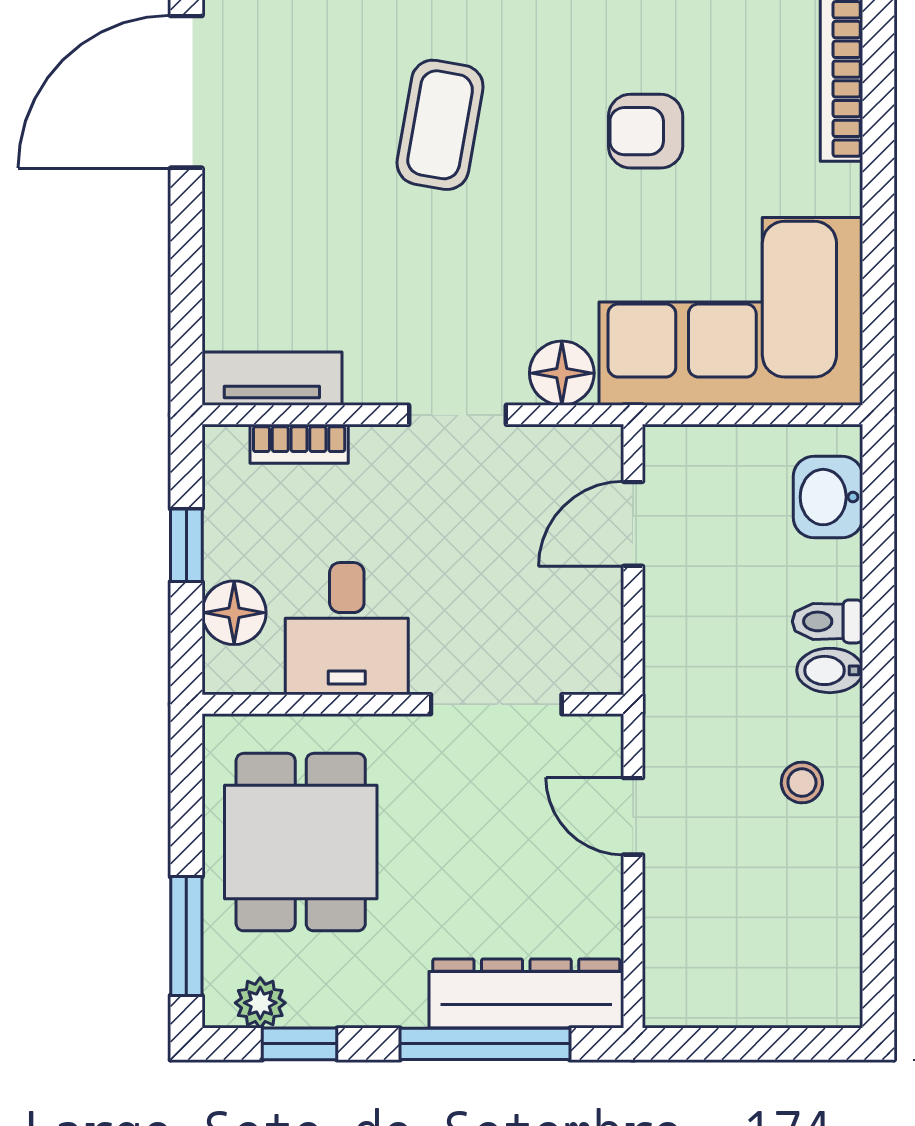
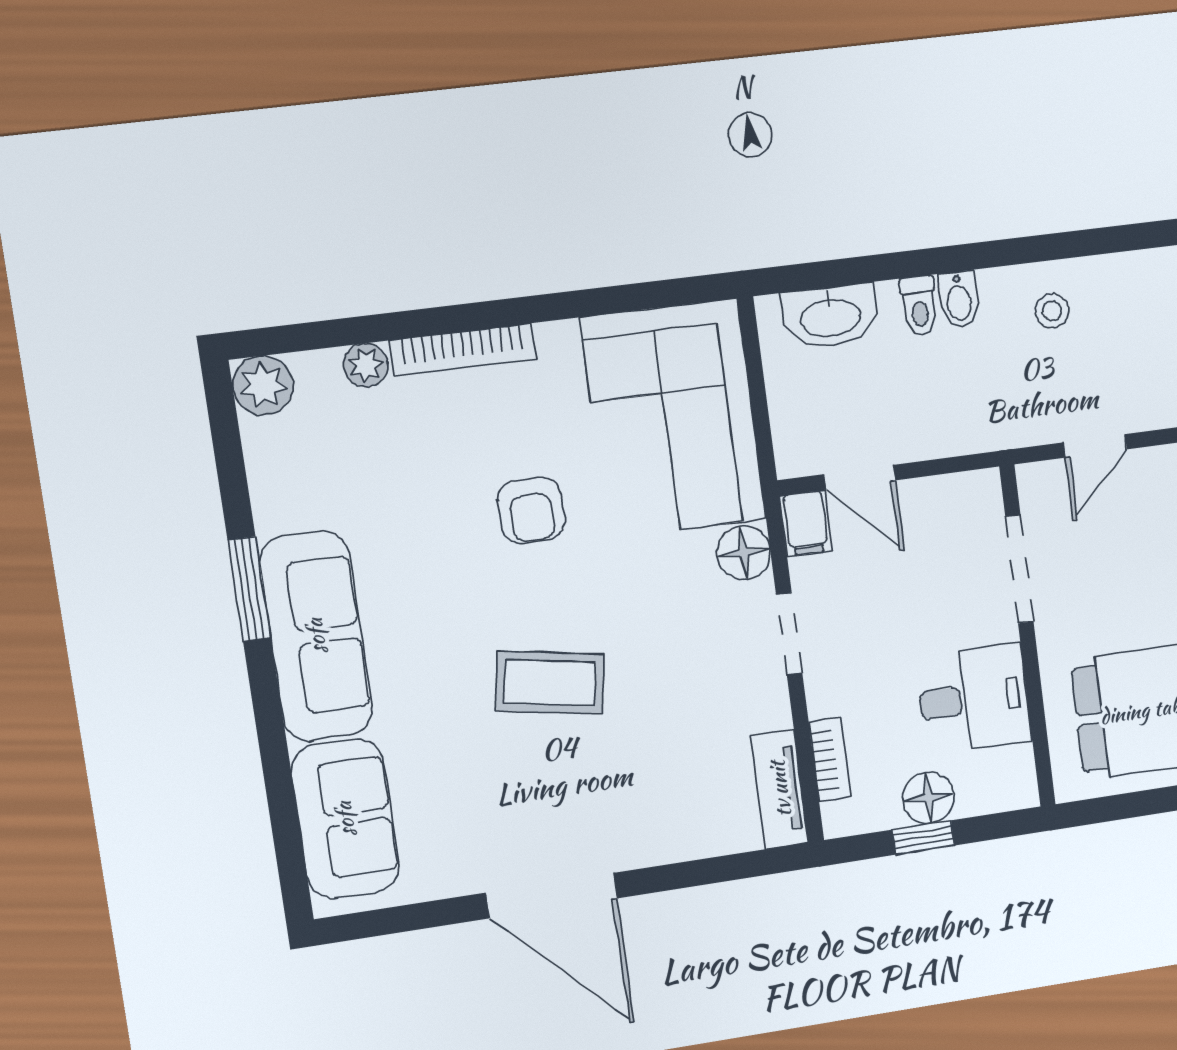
filing cabinet: (587, 452) -> (806, 523), added
washbasin: (828, 497) -> (830, 316), width x1.38
floor lamp: (234, 613) -> (928, 798), moved

